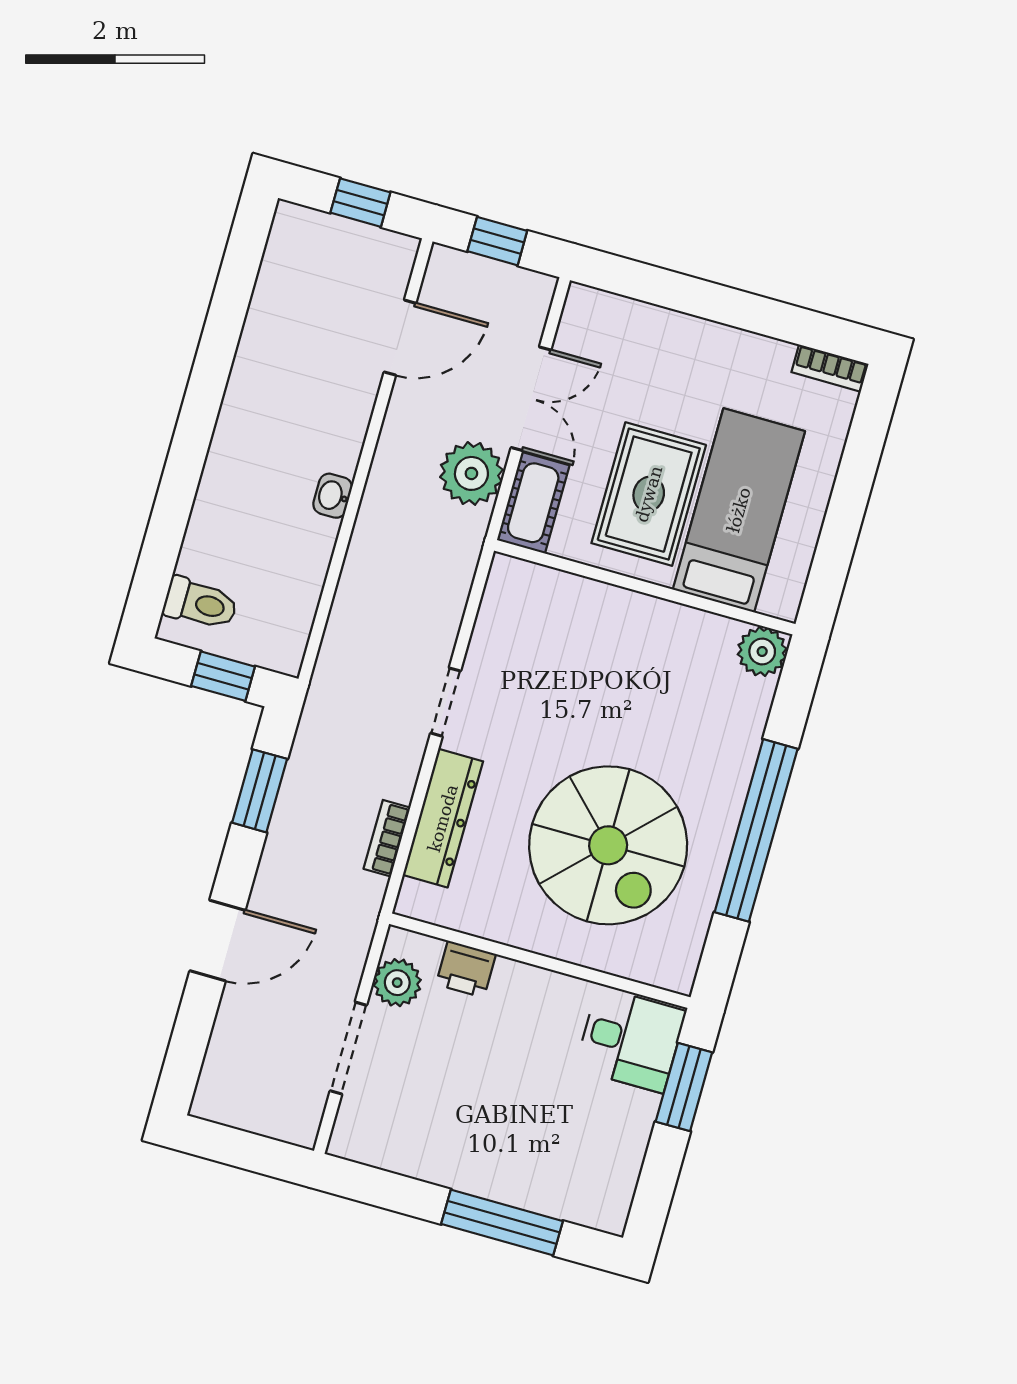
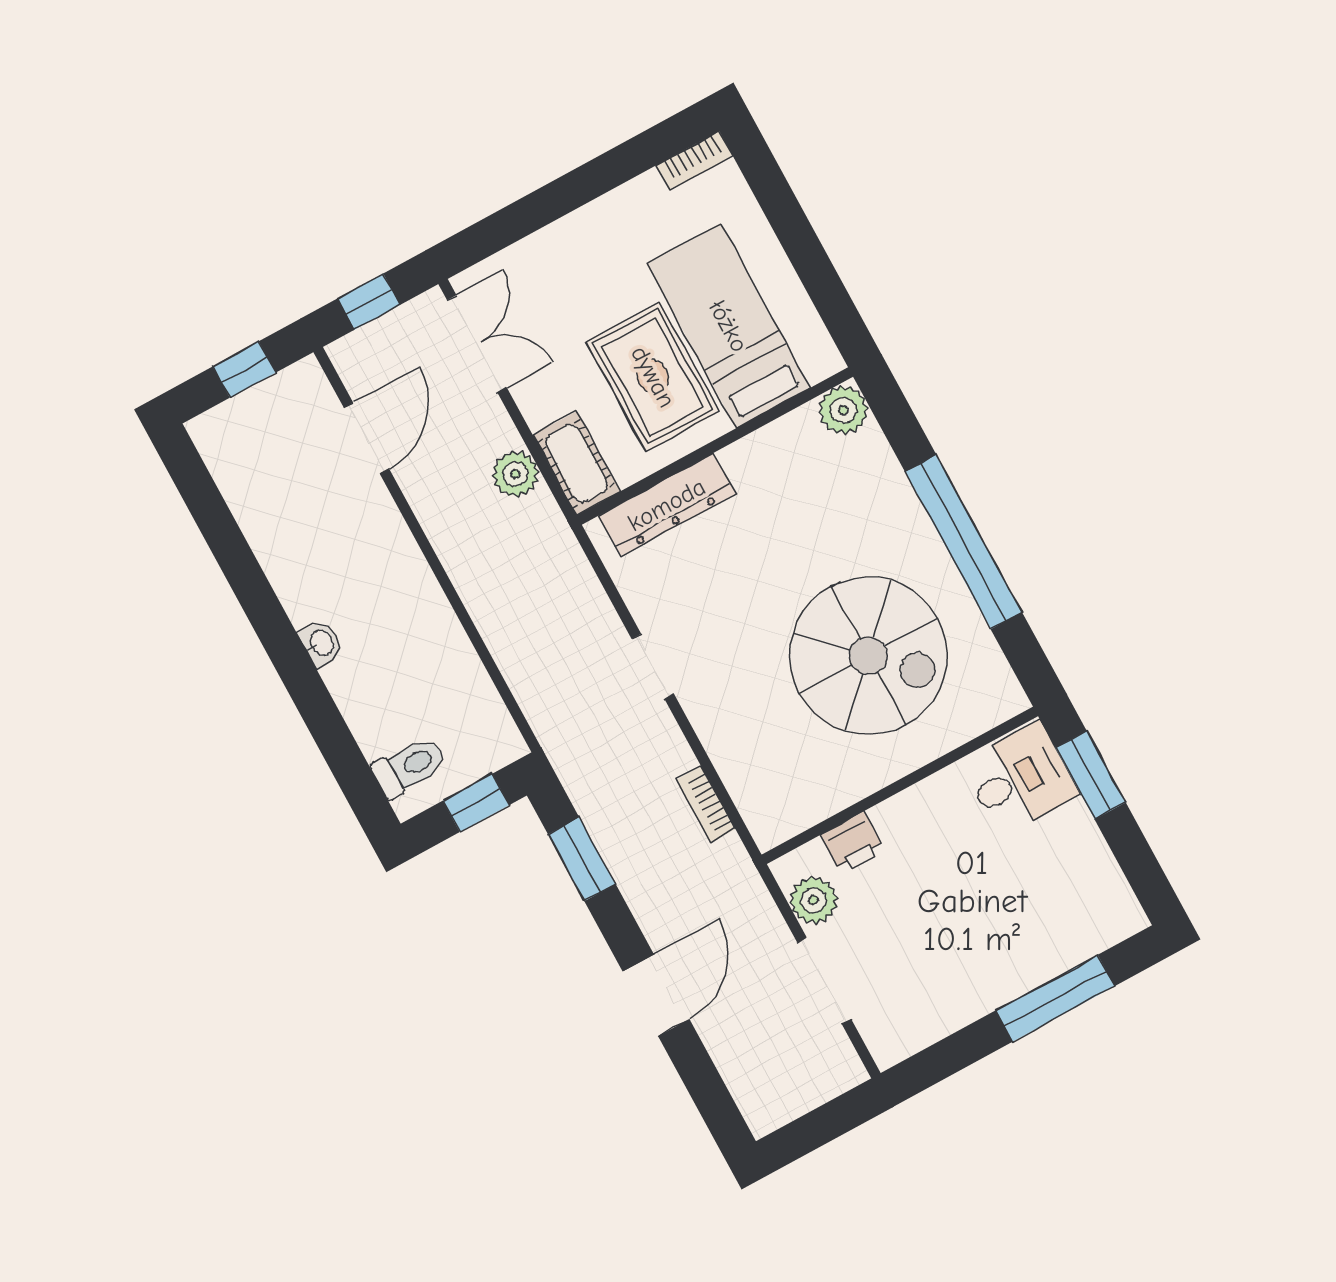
double door: (531, 399) -> (477, 344), moved
plant: (471, 473) -> (515, 474), width x0.73, depth x0.73
washbasin: (333, 496) -> (321, 643), moved, turned 180
dresser: (443, 818) -> (667, 505), moved, turned 90

